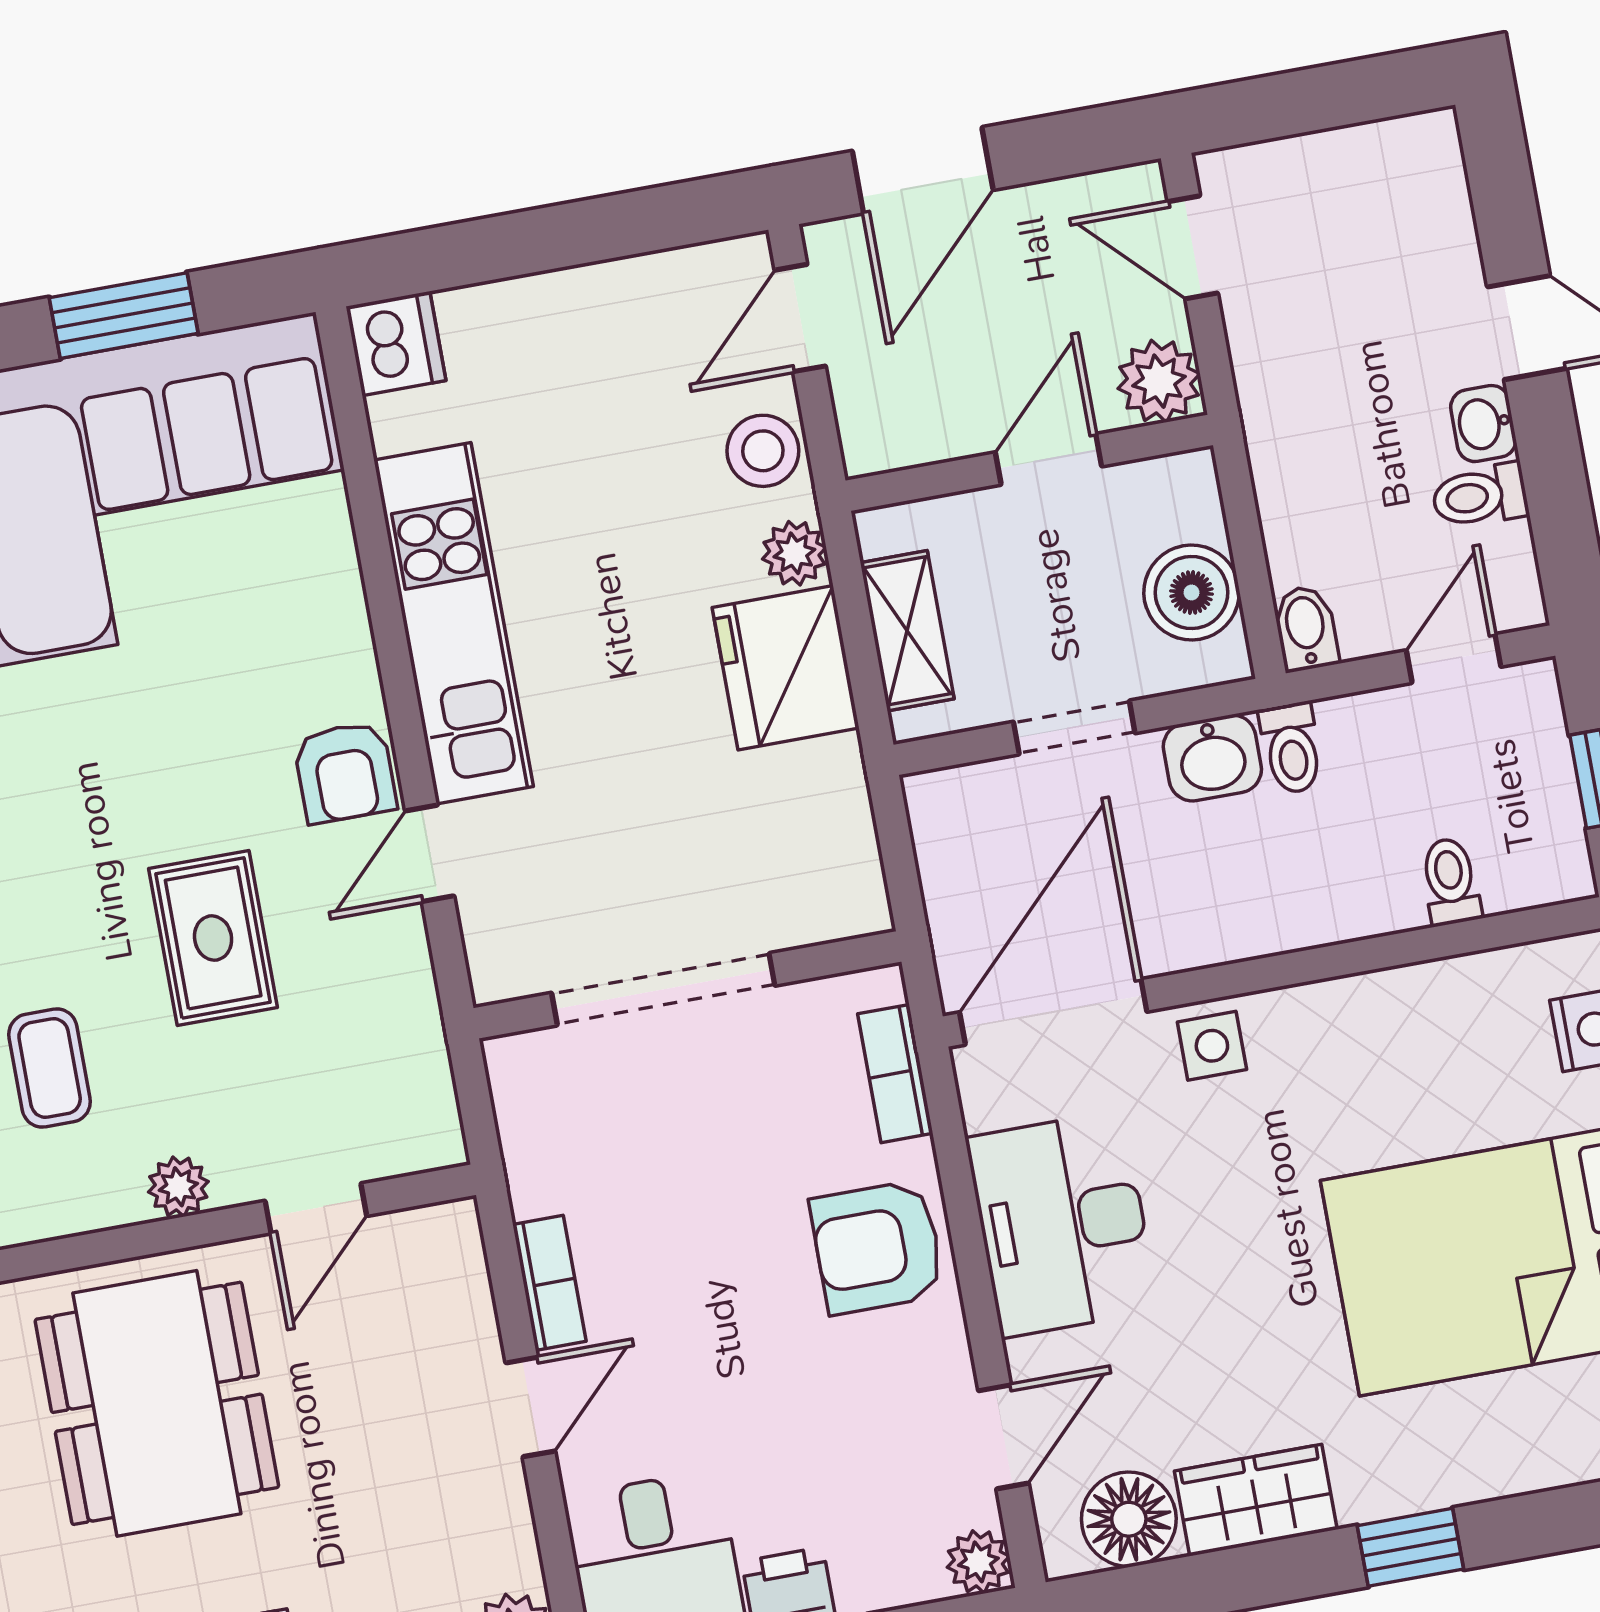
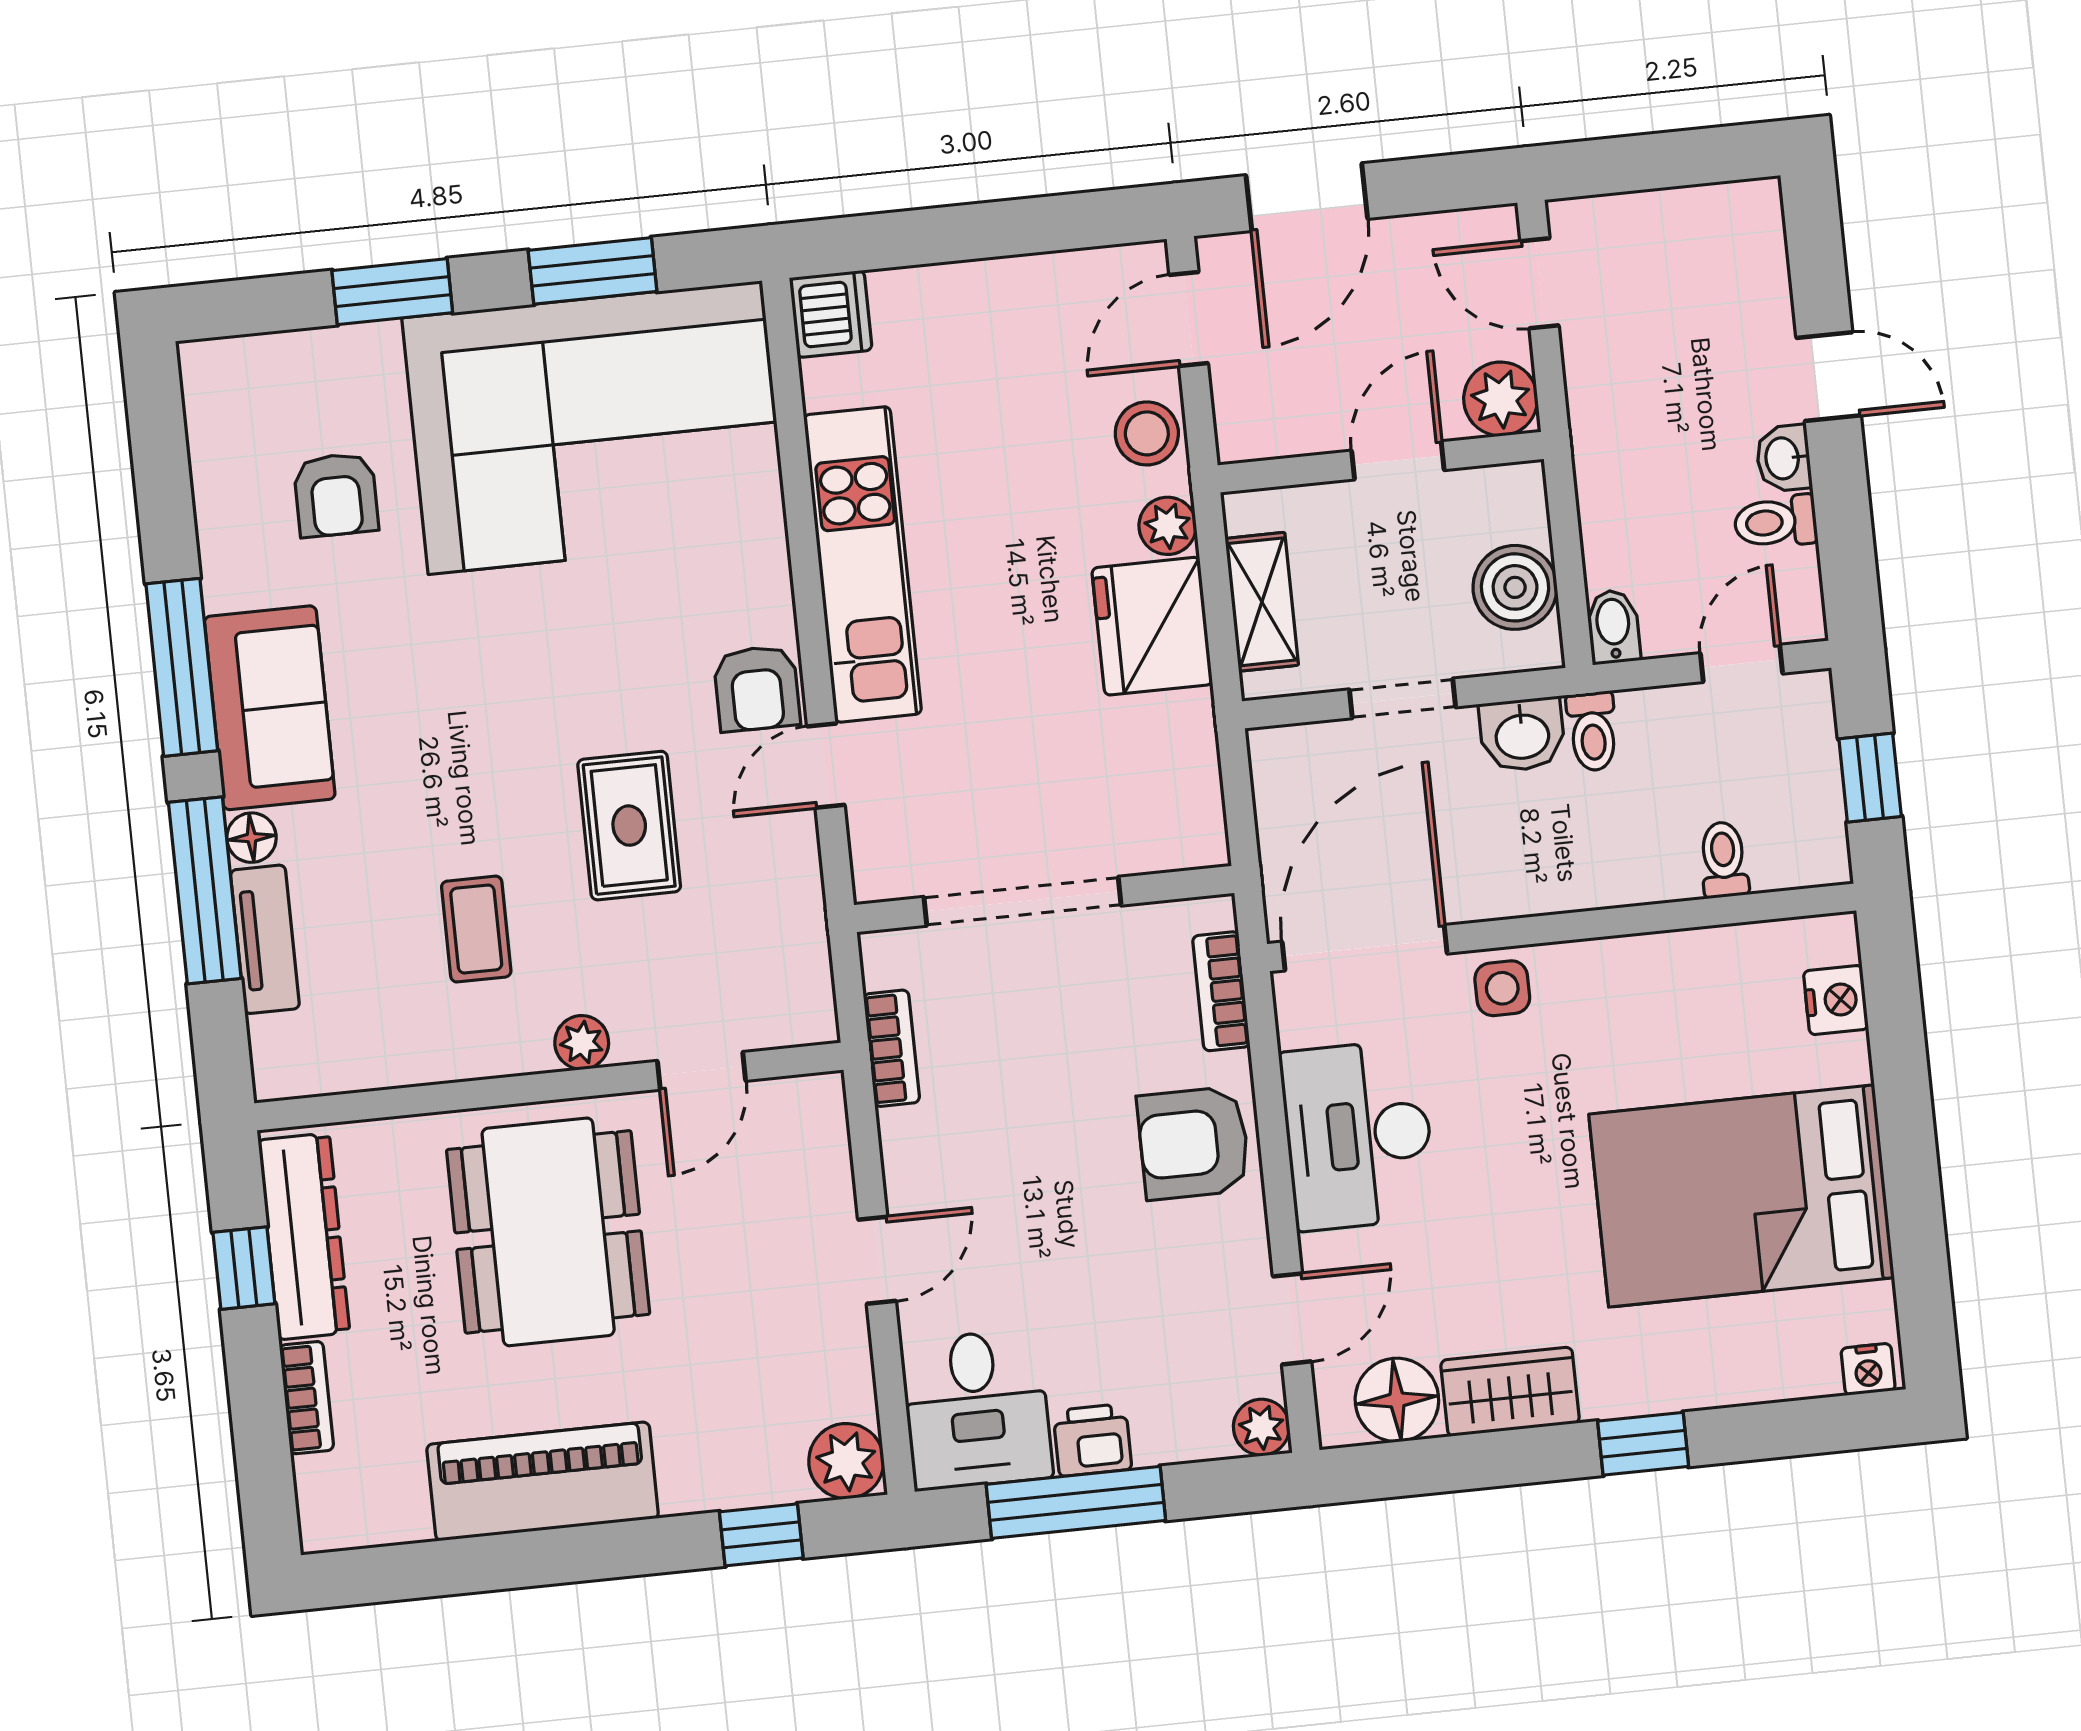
bookcase: (549, 1283) -> (892, 1048), moved

